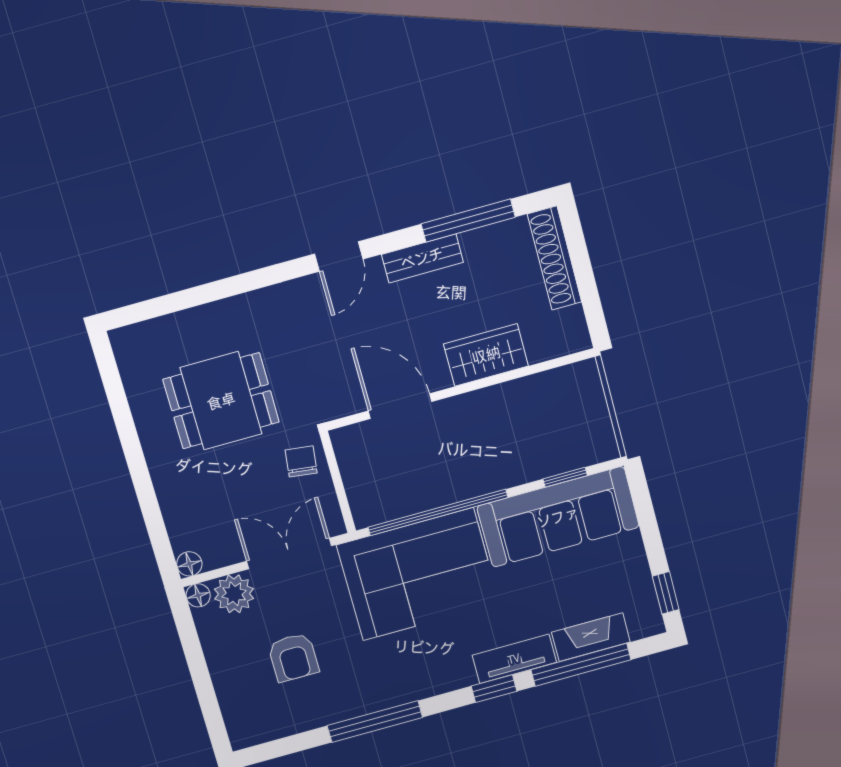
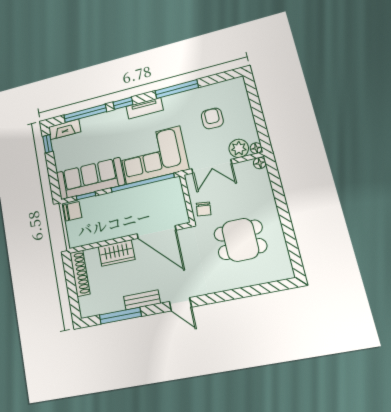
door: (339, 256) -> (180, 304), swing flipped
shoe rack: (554, 258) -> (80, 273), moved
door: (400, 406) -> (156, 232), width x1.36
chair: (594, 441) -> (72, 211), added
fireplace: (591, 637) -> (65, 129), moved
tv unit: (514, 659) -> (145, 108), moved

